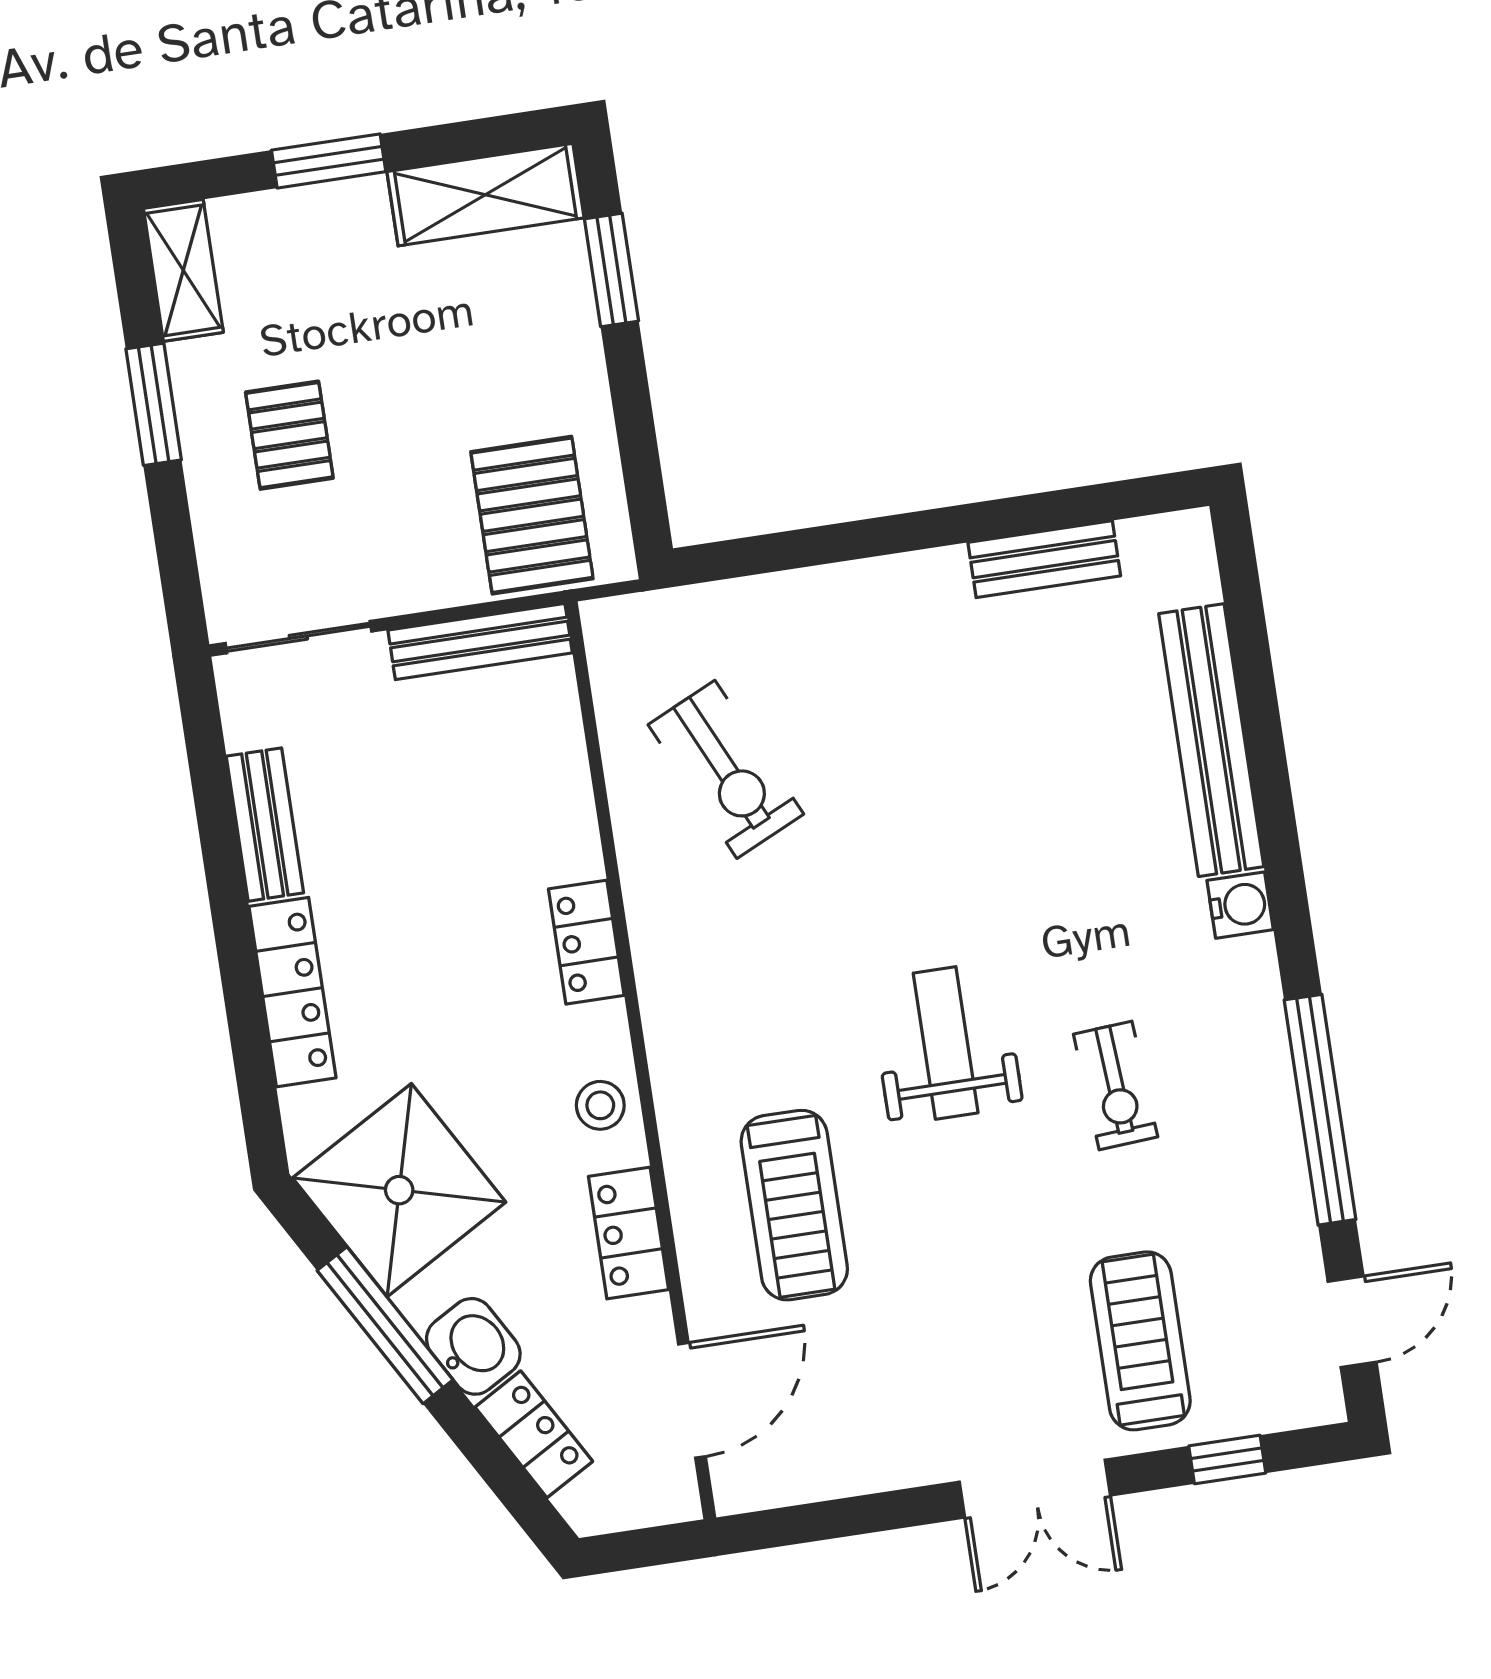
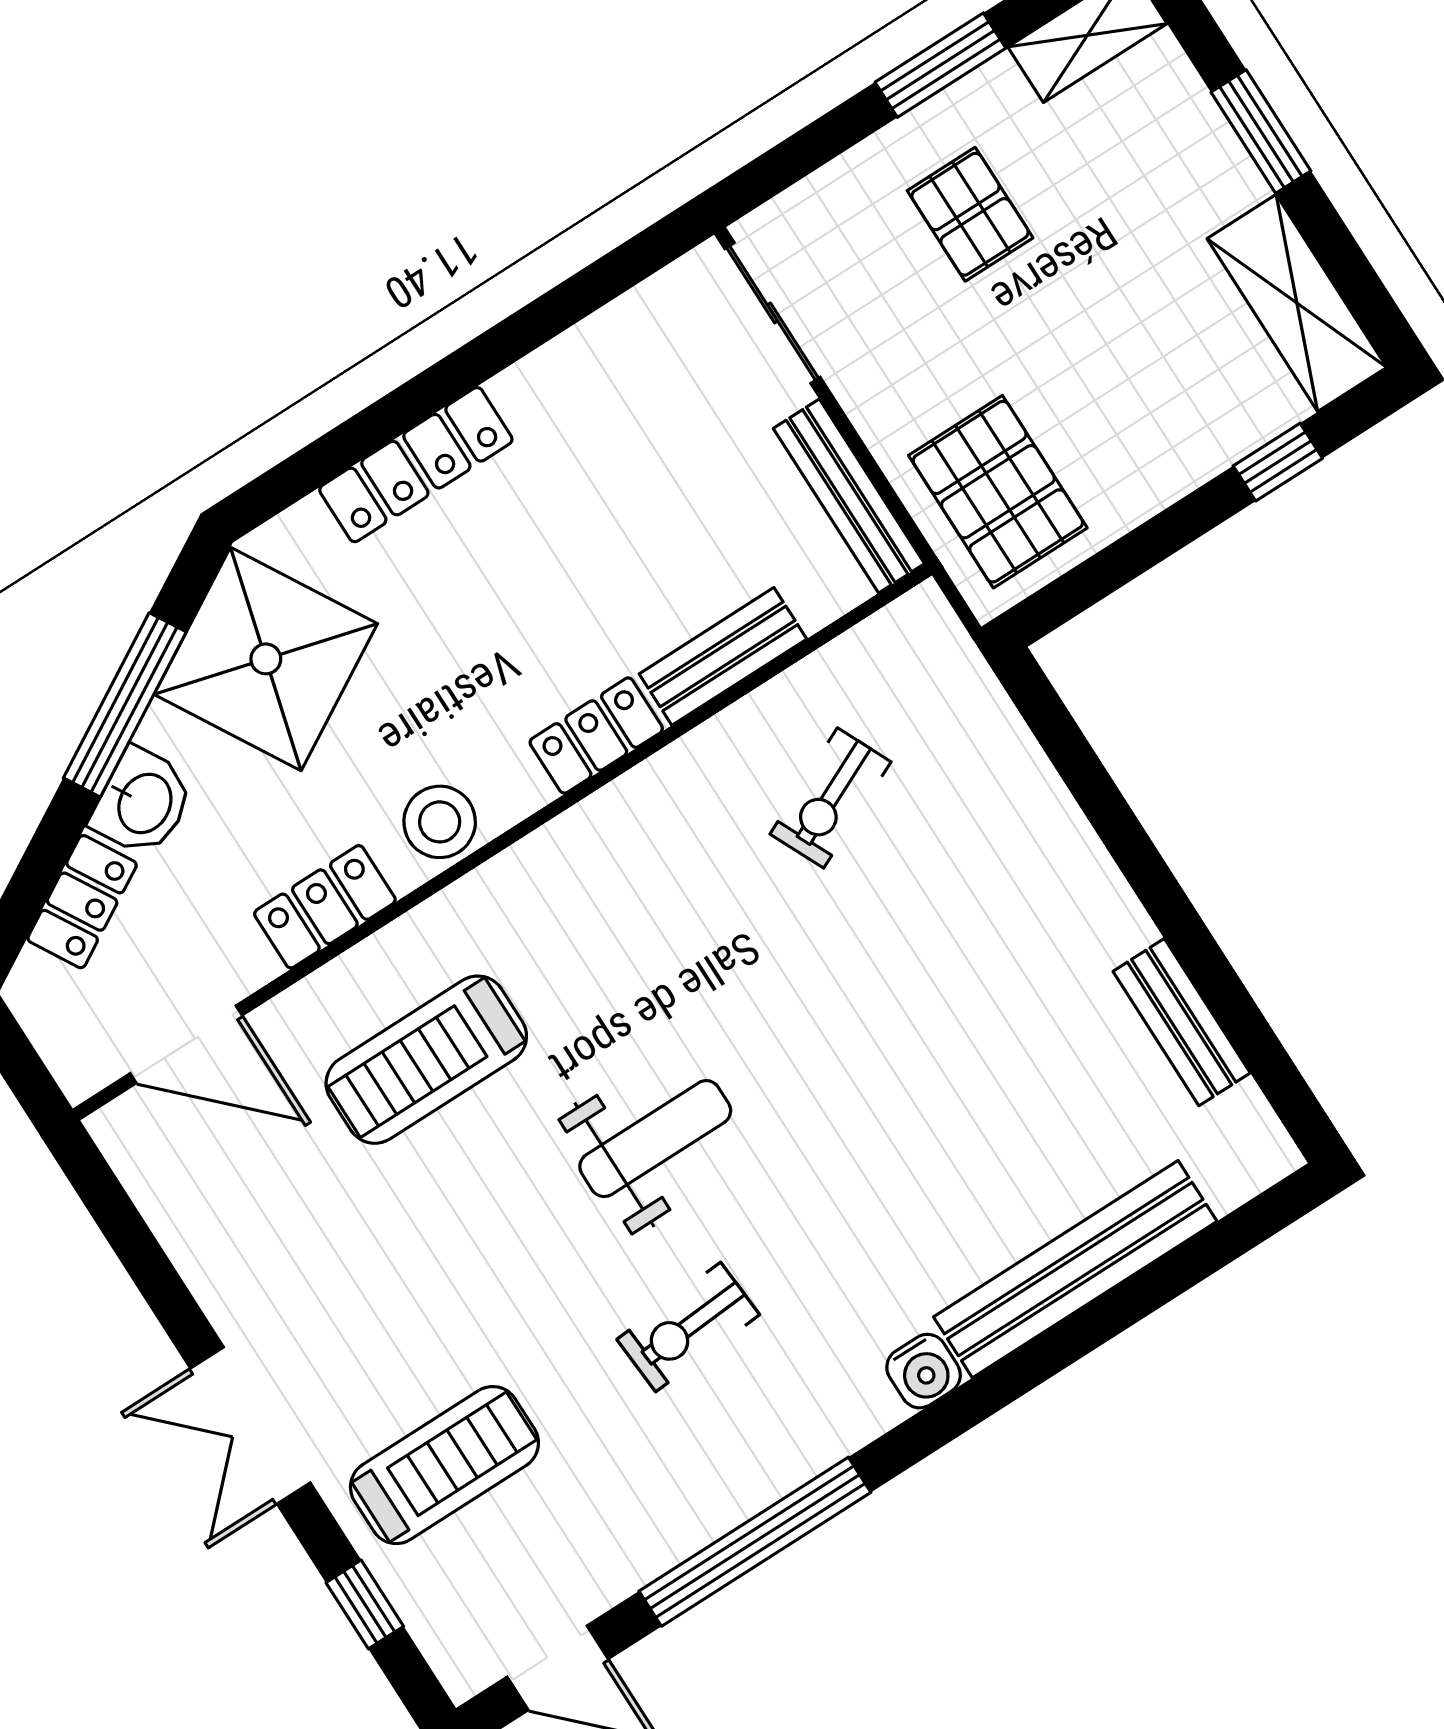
window: (611, 270) -> (1278, 462), width x0.67
pallet: (289, 435) -> (970, 214), turned 90
pallet: (532, 515) -> (998, 492), turned 90
exercise bike: (726, 769) -> (831, 798), width x0.73, depth x0.72
bench: (265, 825) -> (723, 656), moved
stool: (600, 1105) -> (440, 822), width x1.37, depth x1.37

